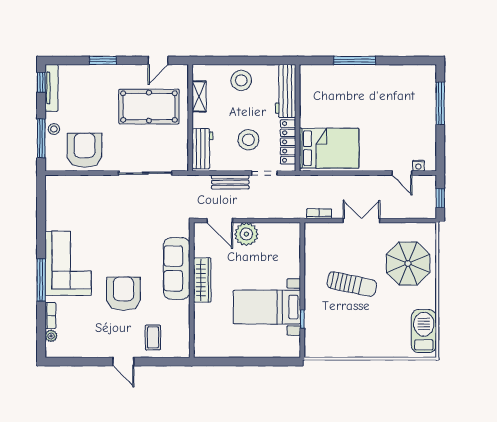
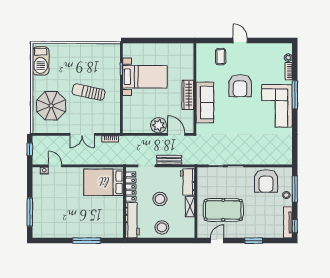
shelving: (199, 96) -> (190, 207), moved
stool: (248, 140) -> (160, 199), moved

